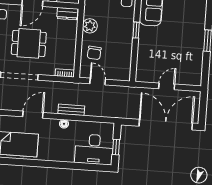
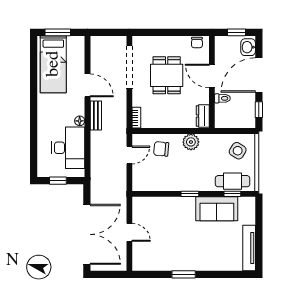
bench: (71, 110) -> (96, 115), moved
desk: (94, 149) -> (68, 148), moved, turned 180

